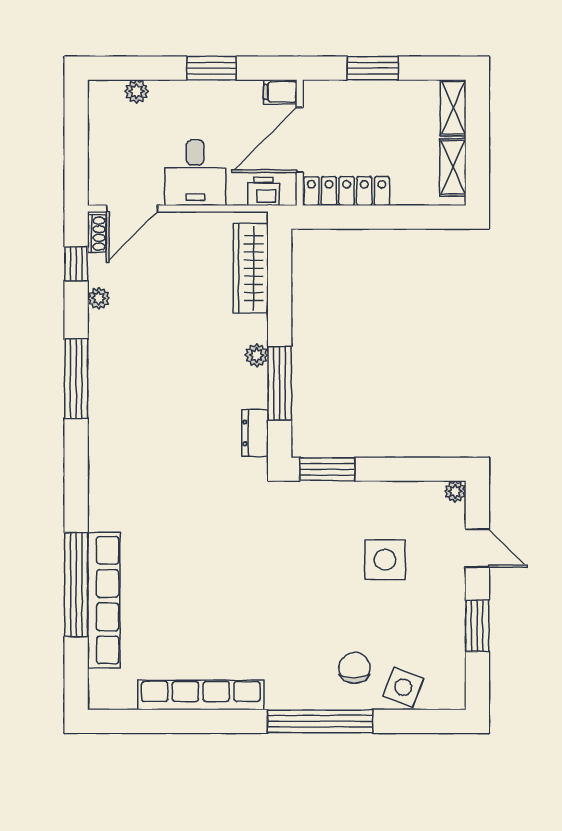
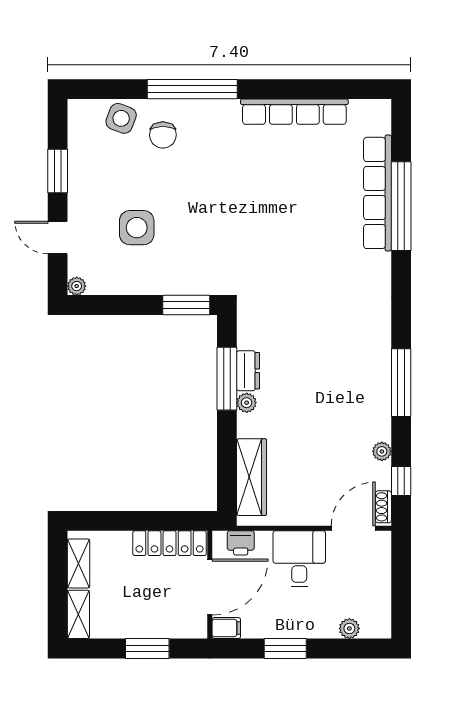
dresser: (255, 433) -> (248, 371), moved

